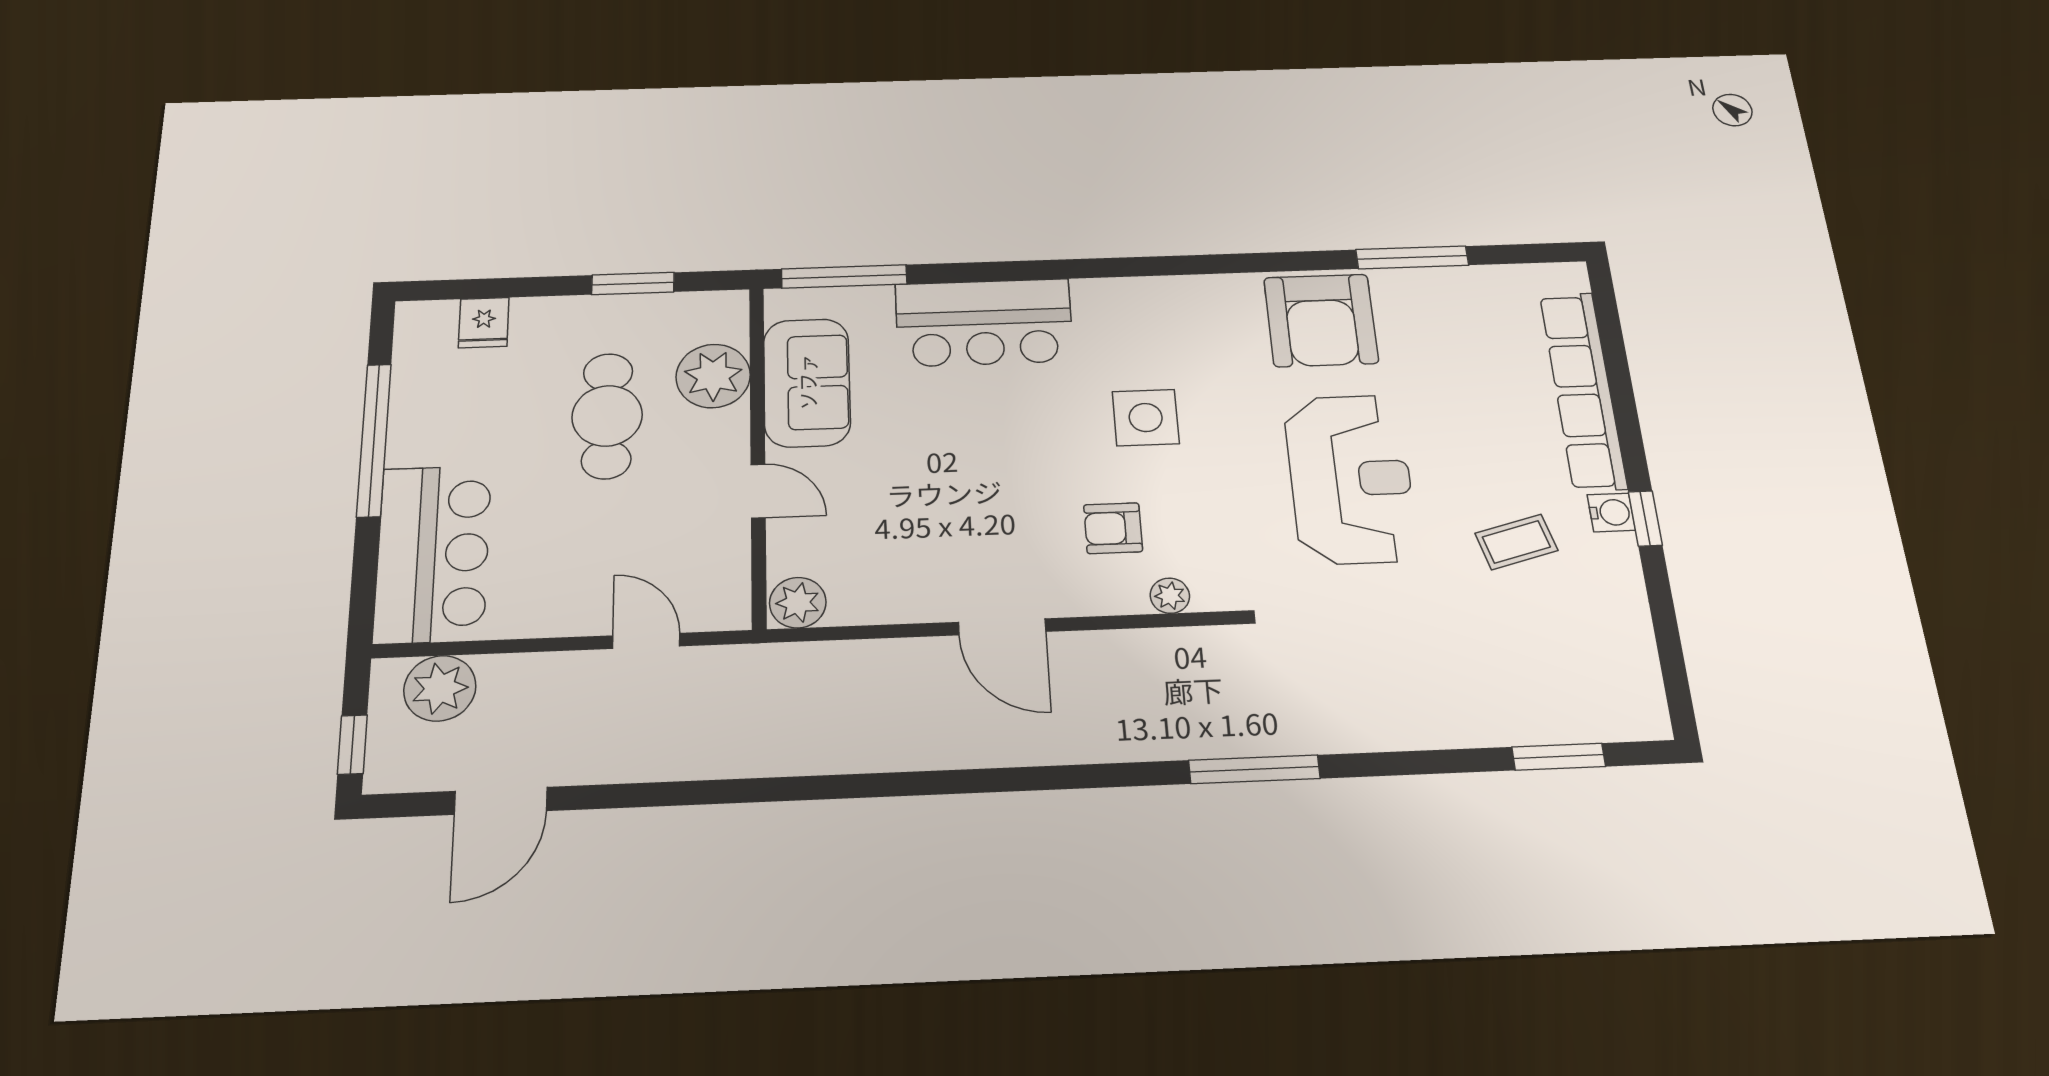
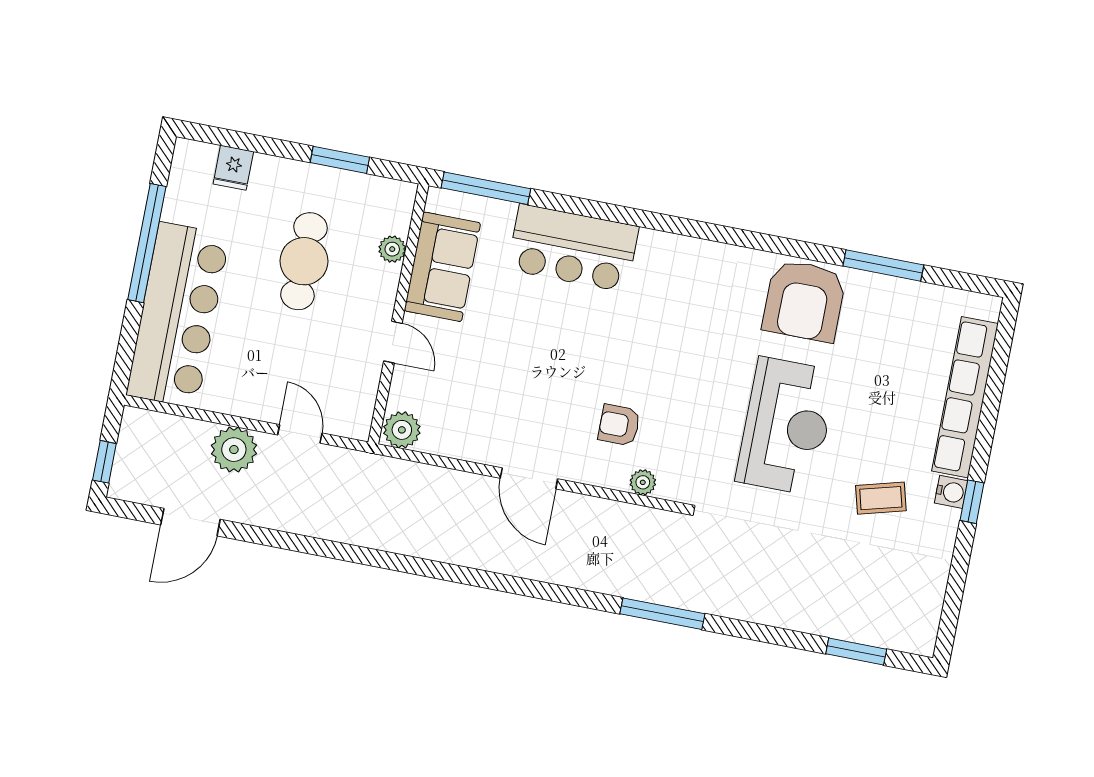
plant: (713, 376) -> (392, 249), width x0.53, depth x0.53
side table: (1146, 418) -> (663, 348), removed
bar counter: (433, 554) -> (178, 315), width x1.36
plant: (440, 688) -> (234, 450), moved

